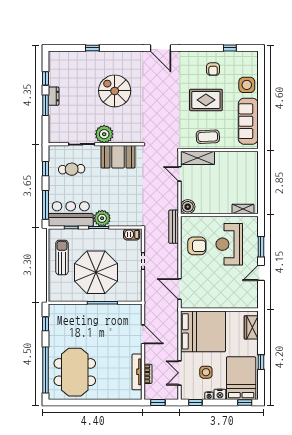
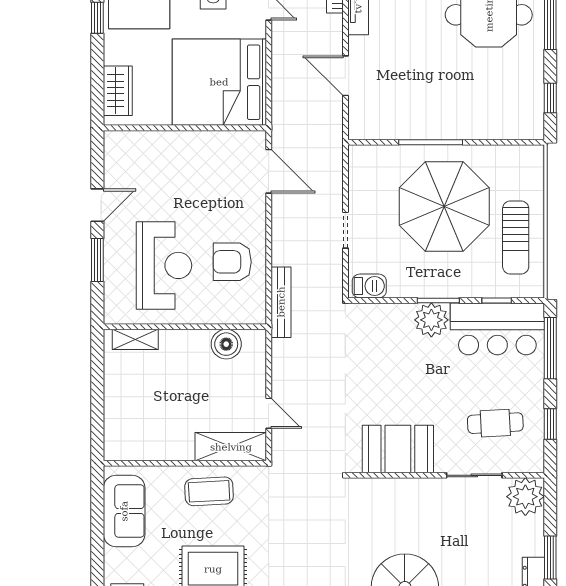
sofa: (248, 121) -> (124, 511), width x0.73
plant: (104, 134) -> (525, 497), moved
boiler: (188, 207) -> (226, 344), moved

